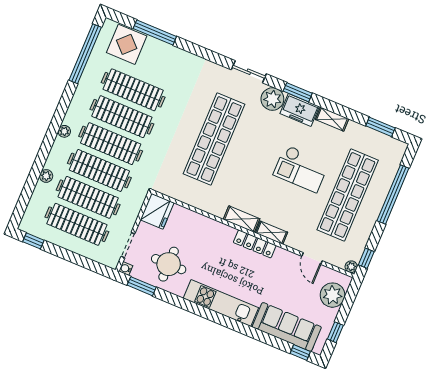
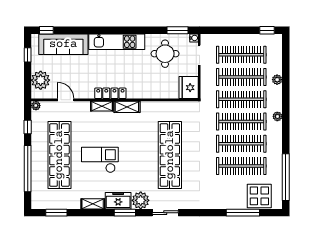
window: (366, 258) -> (28, 127), moved

